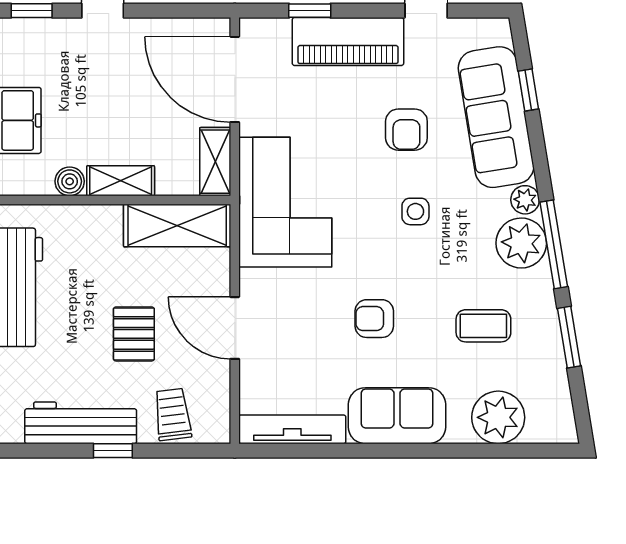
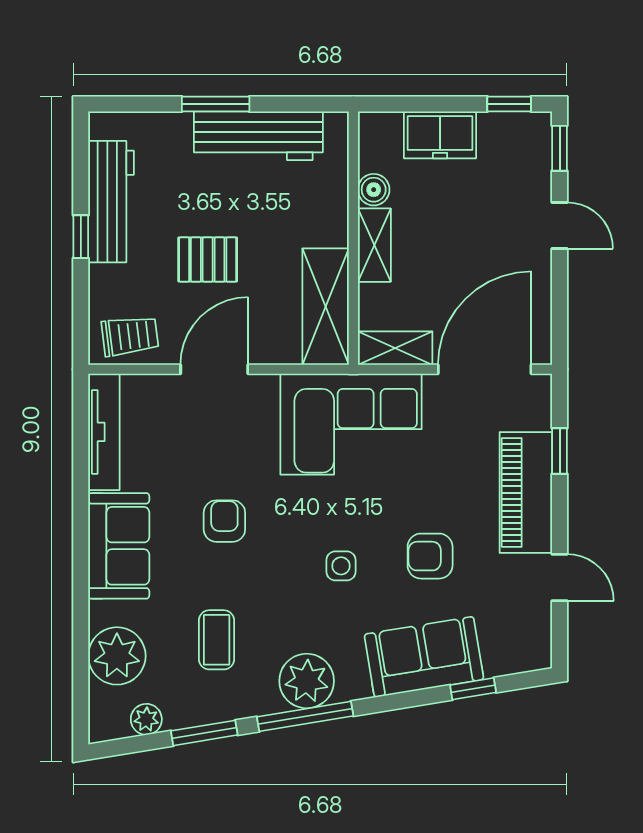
sofa: (496, 117) -> (424, 657), width x0.73
plant: (525, 200) -> (146, 719), moved
trolley: (173, 415) -> (130, 336), moved

